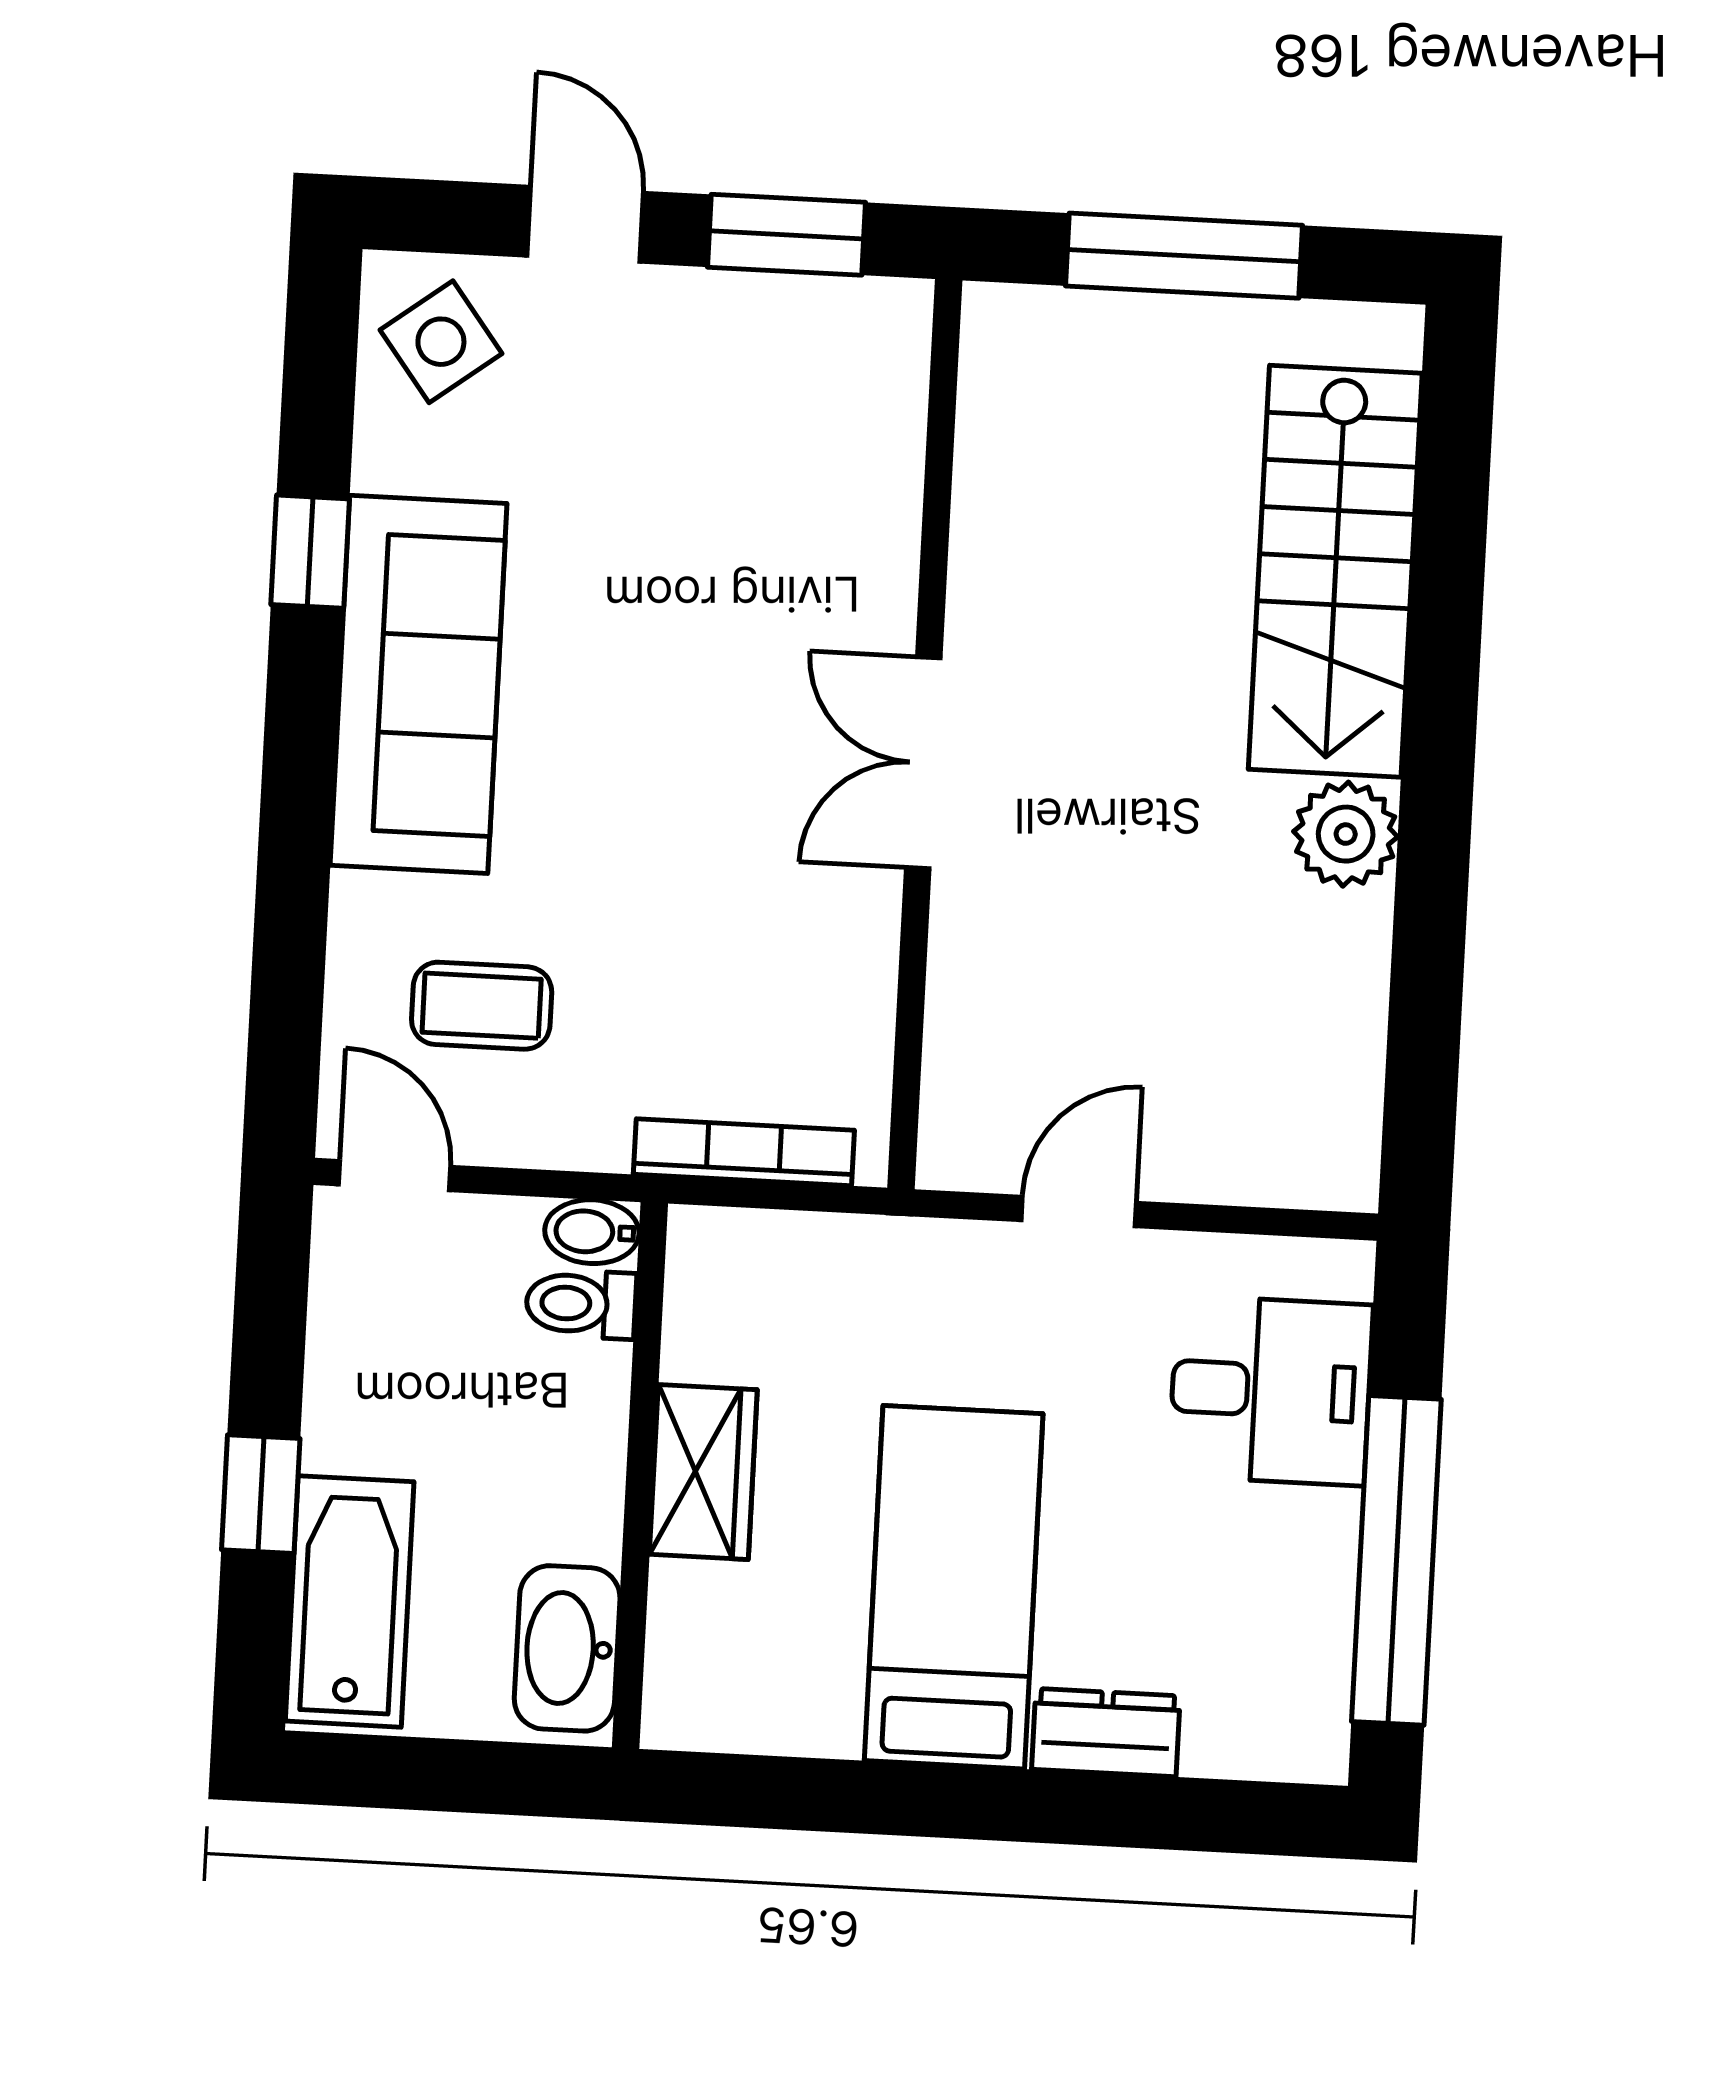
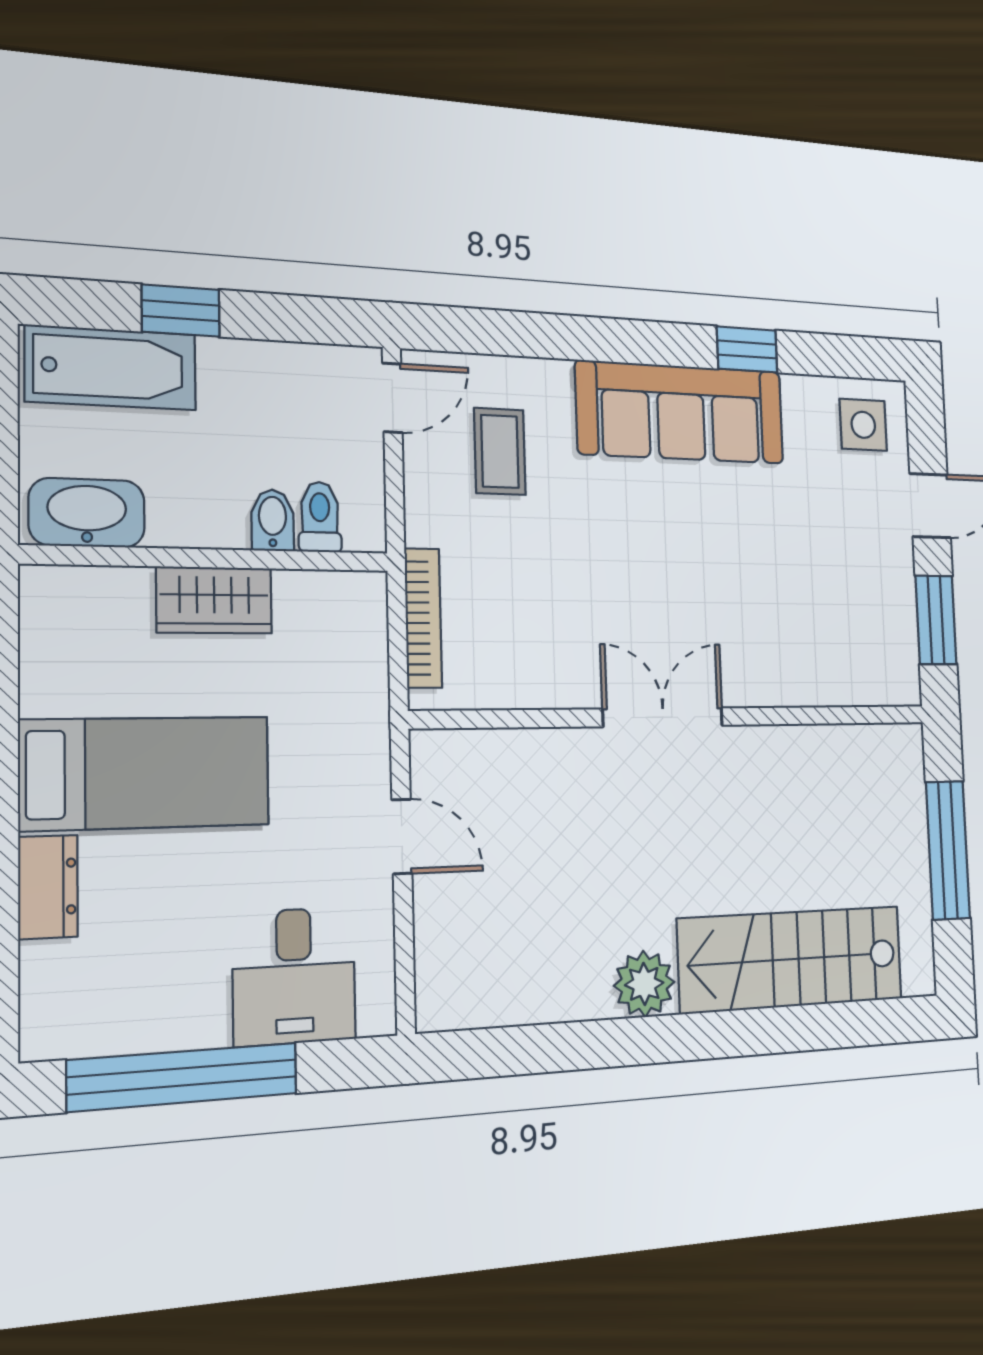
side table: (441, 342) -> (863, 425), turned 37
bidet: (592, 1232) -> (273, 520), moved

